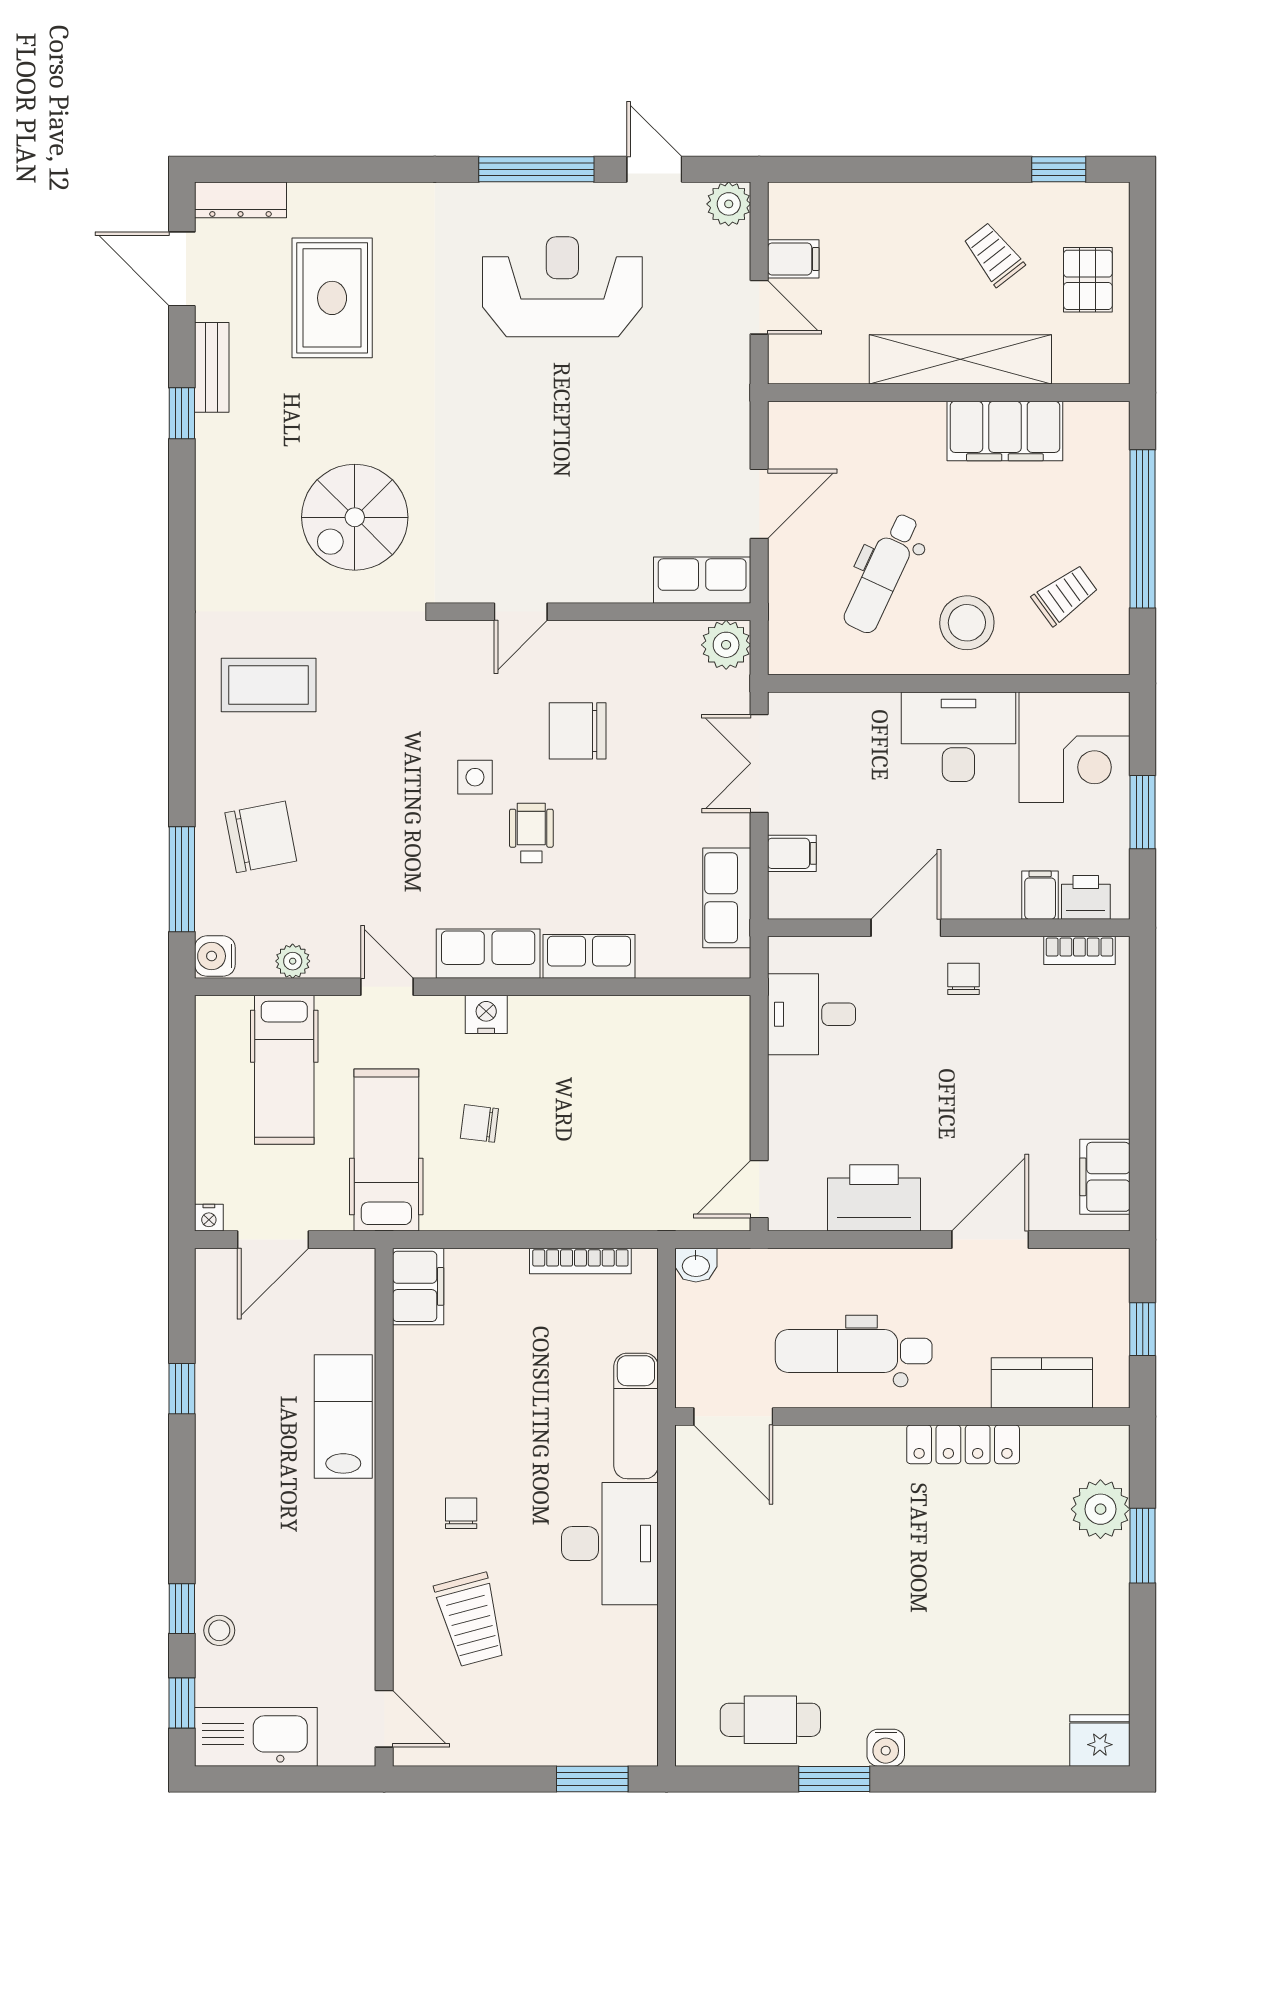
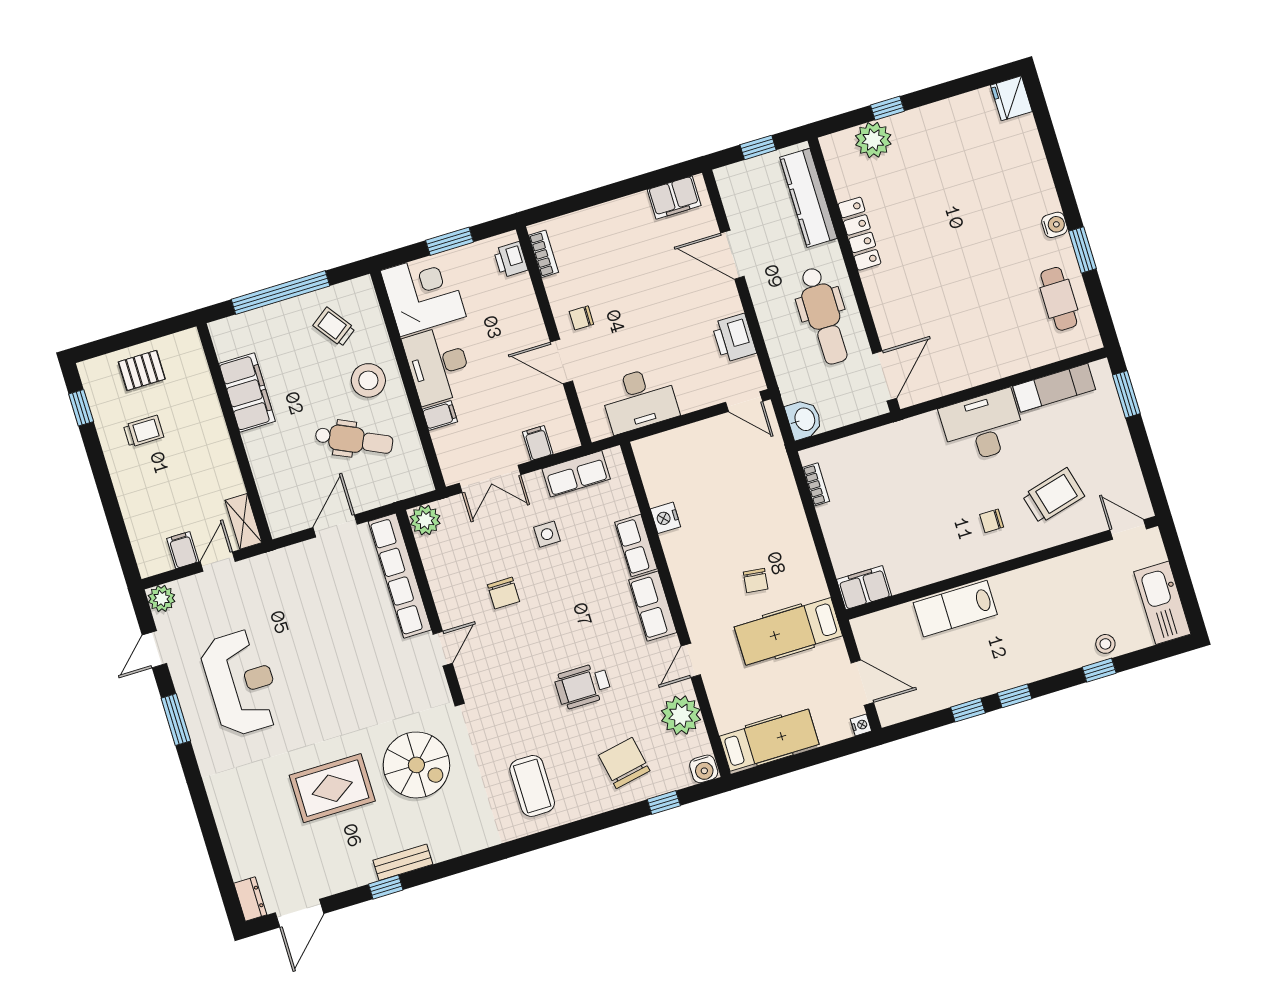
window: (536, 169) -> (176, 720), width x0.69
dresser: (240, 200) -> (250, 899), width x0.70
trolley: (994, 254) -> (144, 431), turned -142
reception desk: (562, 287) -> (241, 683), turned 180
rug: (332, 298) -> (332, 788), moved
shelving: (960, 359) -> (244, 521), moved, width x0.45, depth x0.75
bench: (212, 367) -> (403, 862), moved
door: (759, 504) -> (335, 526), hinge flipped
row of seats: (702, 580) -> (400, 576), width x2.02
door: (521, 612) -> (443, 649), hinge flipped
chair: (578, 731) -> (503, 593), width x0.73, depth x0.73
side table: (475, 777) -> (547, 534), moved
wheelchair: (531, 833) -> (583, 686), moved, width x1.36, depth x1.37
window: (182, 879) -> (664, 802), width x0.46
filing cabinet: (1040, 895) -> (440, 416), moved, turned 180
plant: (293, 961) -> (681, 715), width x1.87, depth x1.87
nightstand: (486, 1014) -> (665, 518), moved
desk: (811, 1014) -> (639, 399), width x1.37
hospital bed: (284, 1070) -> (769, 740), moved
printer: (874, 1198) -> (734, 338), width x0.73, depth x0.84
bookcase: (580, 1261) -> (816, 484), width x0.64
washbasin: (696, 1265) -> (804, 419), width x1.38, depth x1.45
kitchen counter: (1042, 1383) -> (809, 198), width x1.50
exam couch: (636, 1416) -> (1054, 388), moved
window: (1143, 1546) -> (887, 108), width x0.67
window: (182, 1703) -> (1015, 696), moved
door: (384, 1719) -> (1128, 530), hinge flipped

